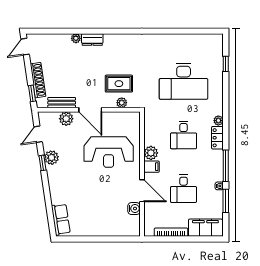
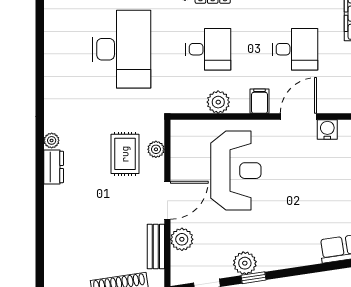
plant: (76, 38) -> (52, 140), moved
dresser: (92, 40) -> (54, 167), moved
plant: (151, 153) -> (218, 102), moved

